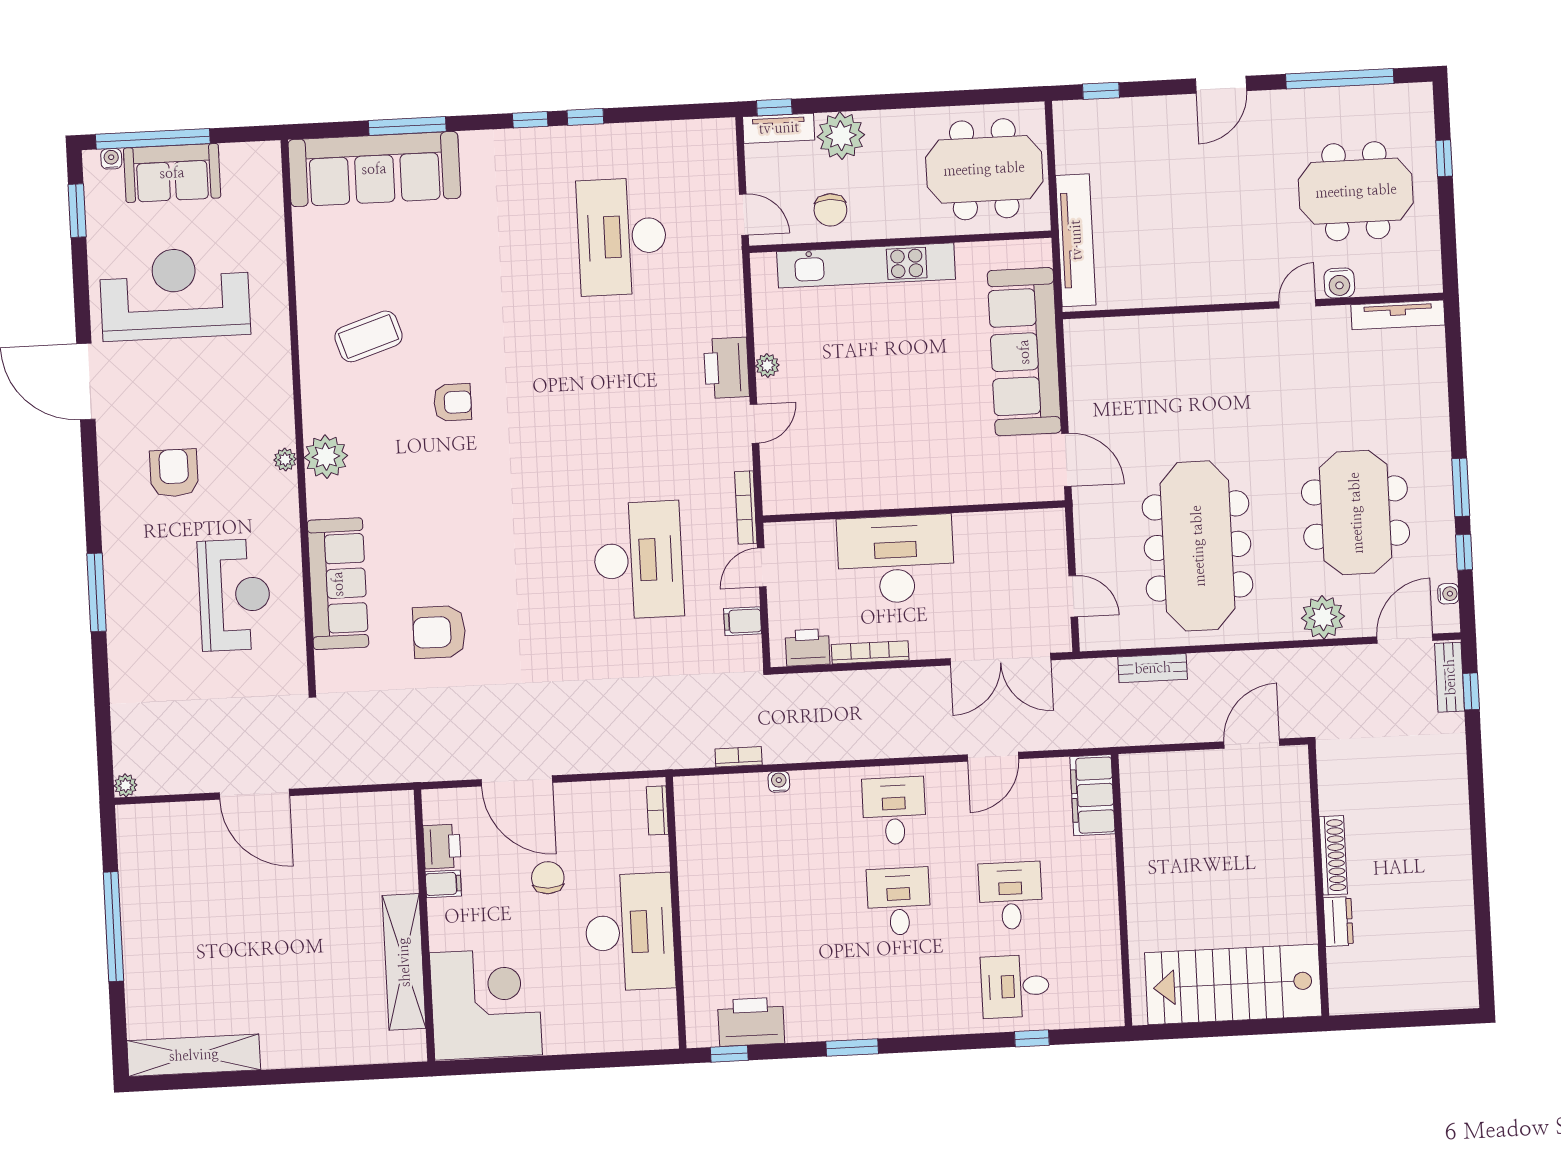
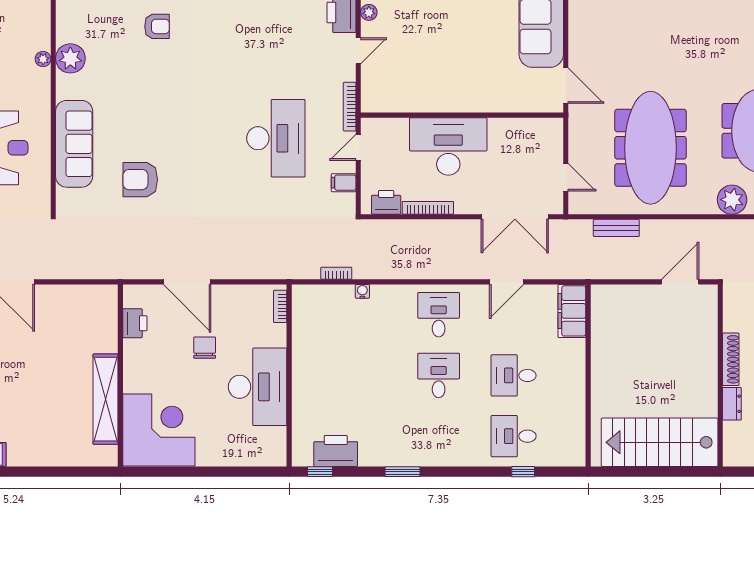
filing cabinet: (443, 884) -> (135, 348), removed
desk: (1011, 896) -> (514, 375), turned -90

